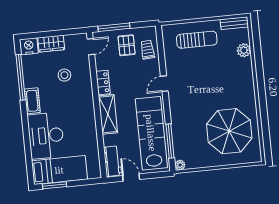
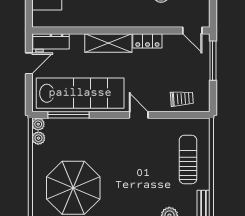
sun lounger: (197, 40) -> (188, 160), turned 180
pallet: (127, 45) -> (190, 74), removed
plant: (191, 164) -> (38, 138), added

